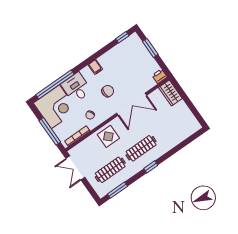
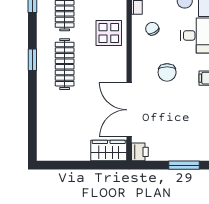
double door: (132, 104) -> (129, 110), moved

